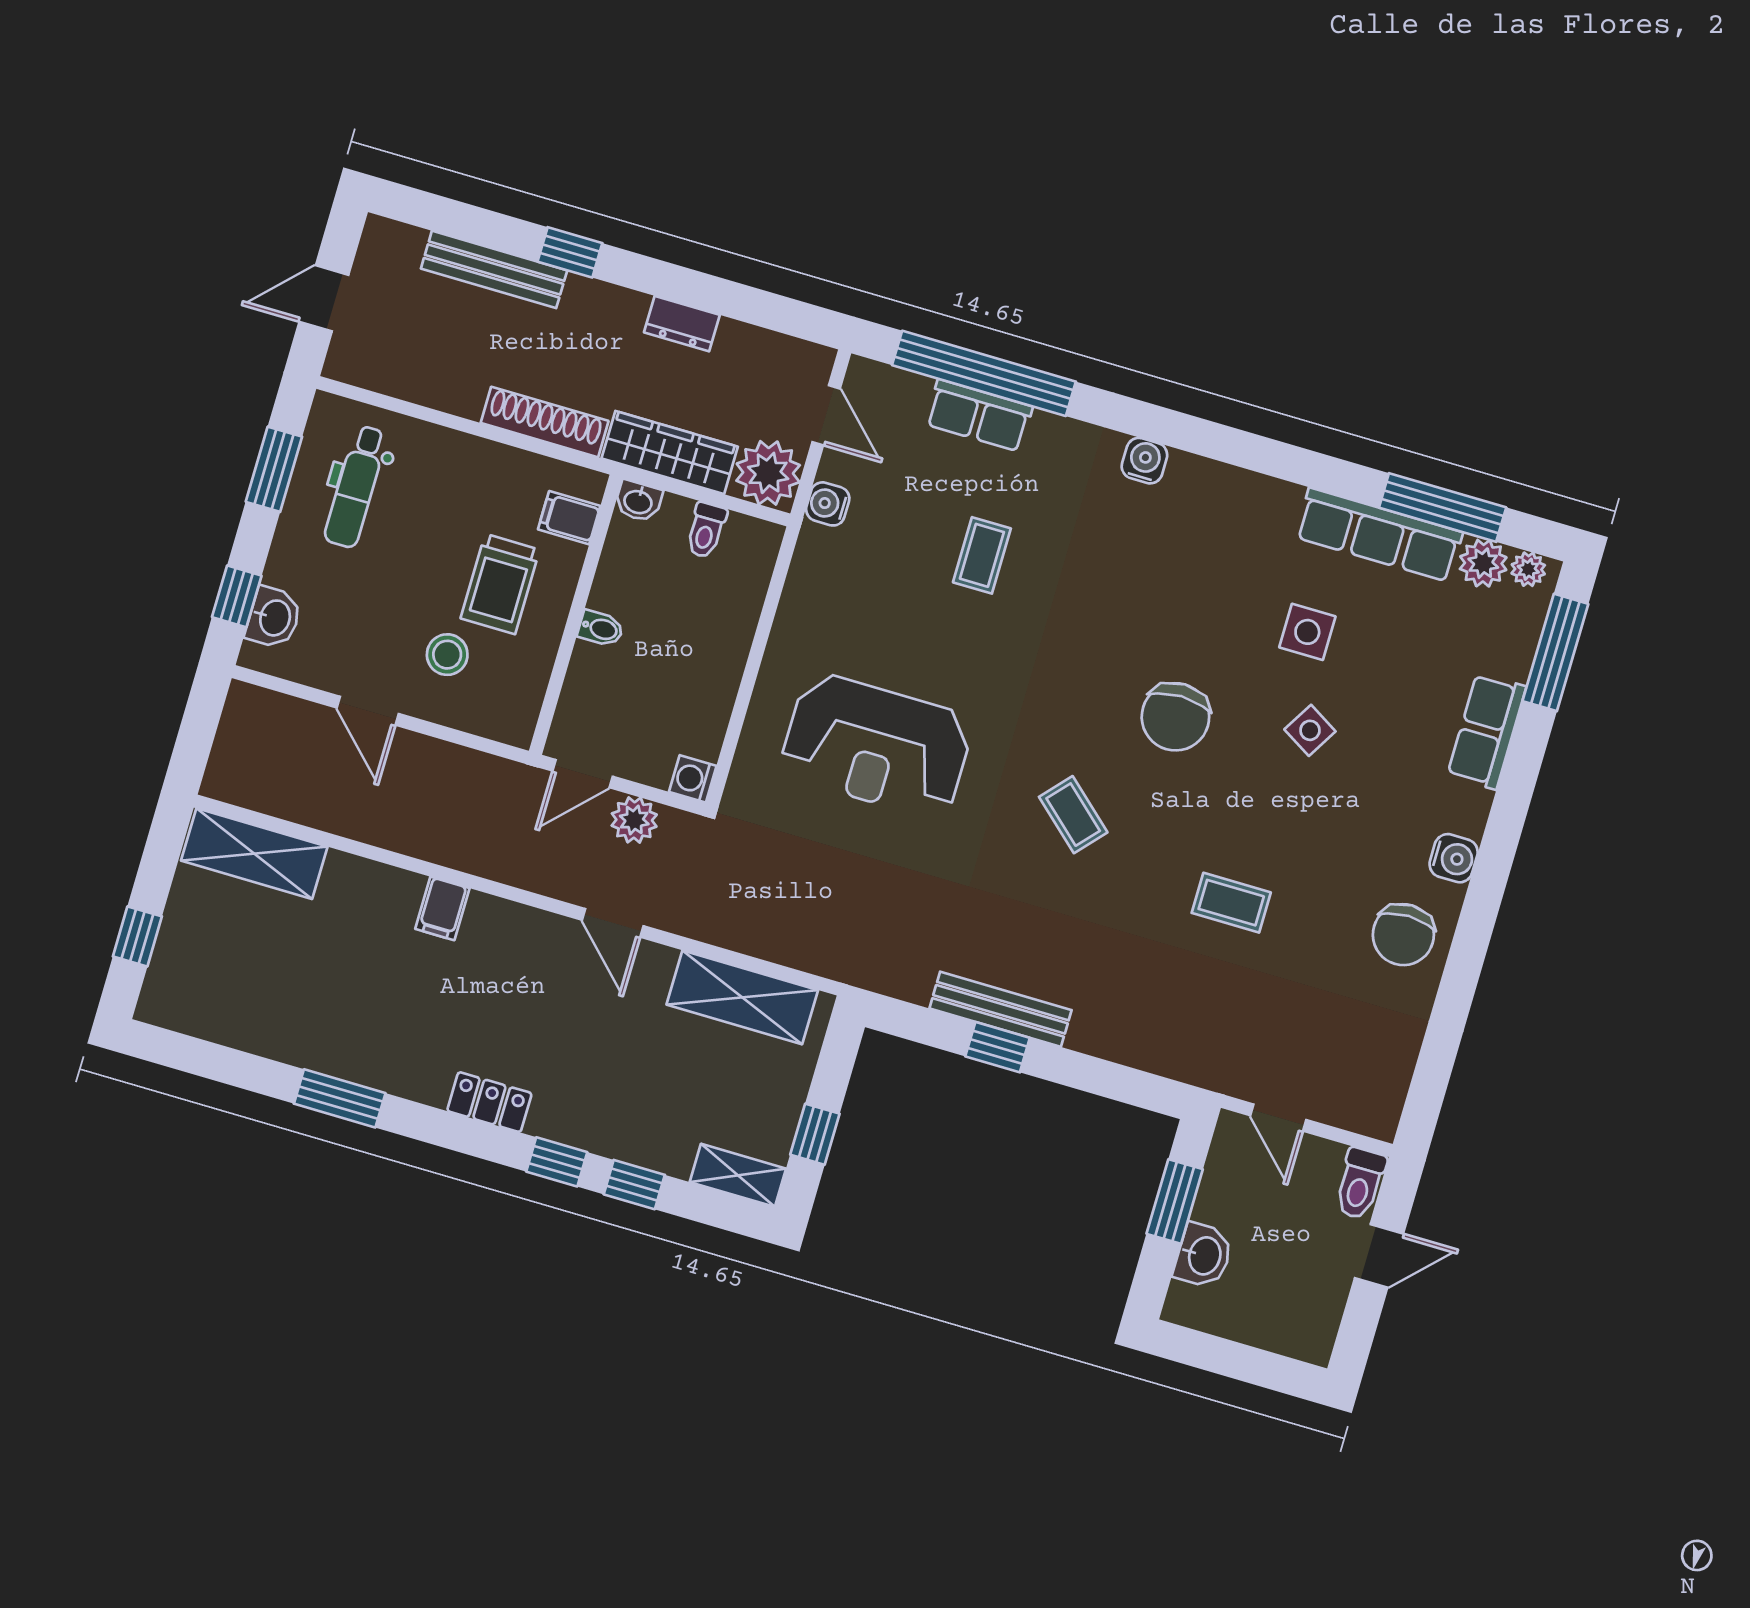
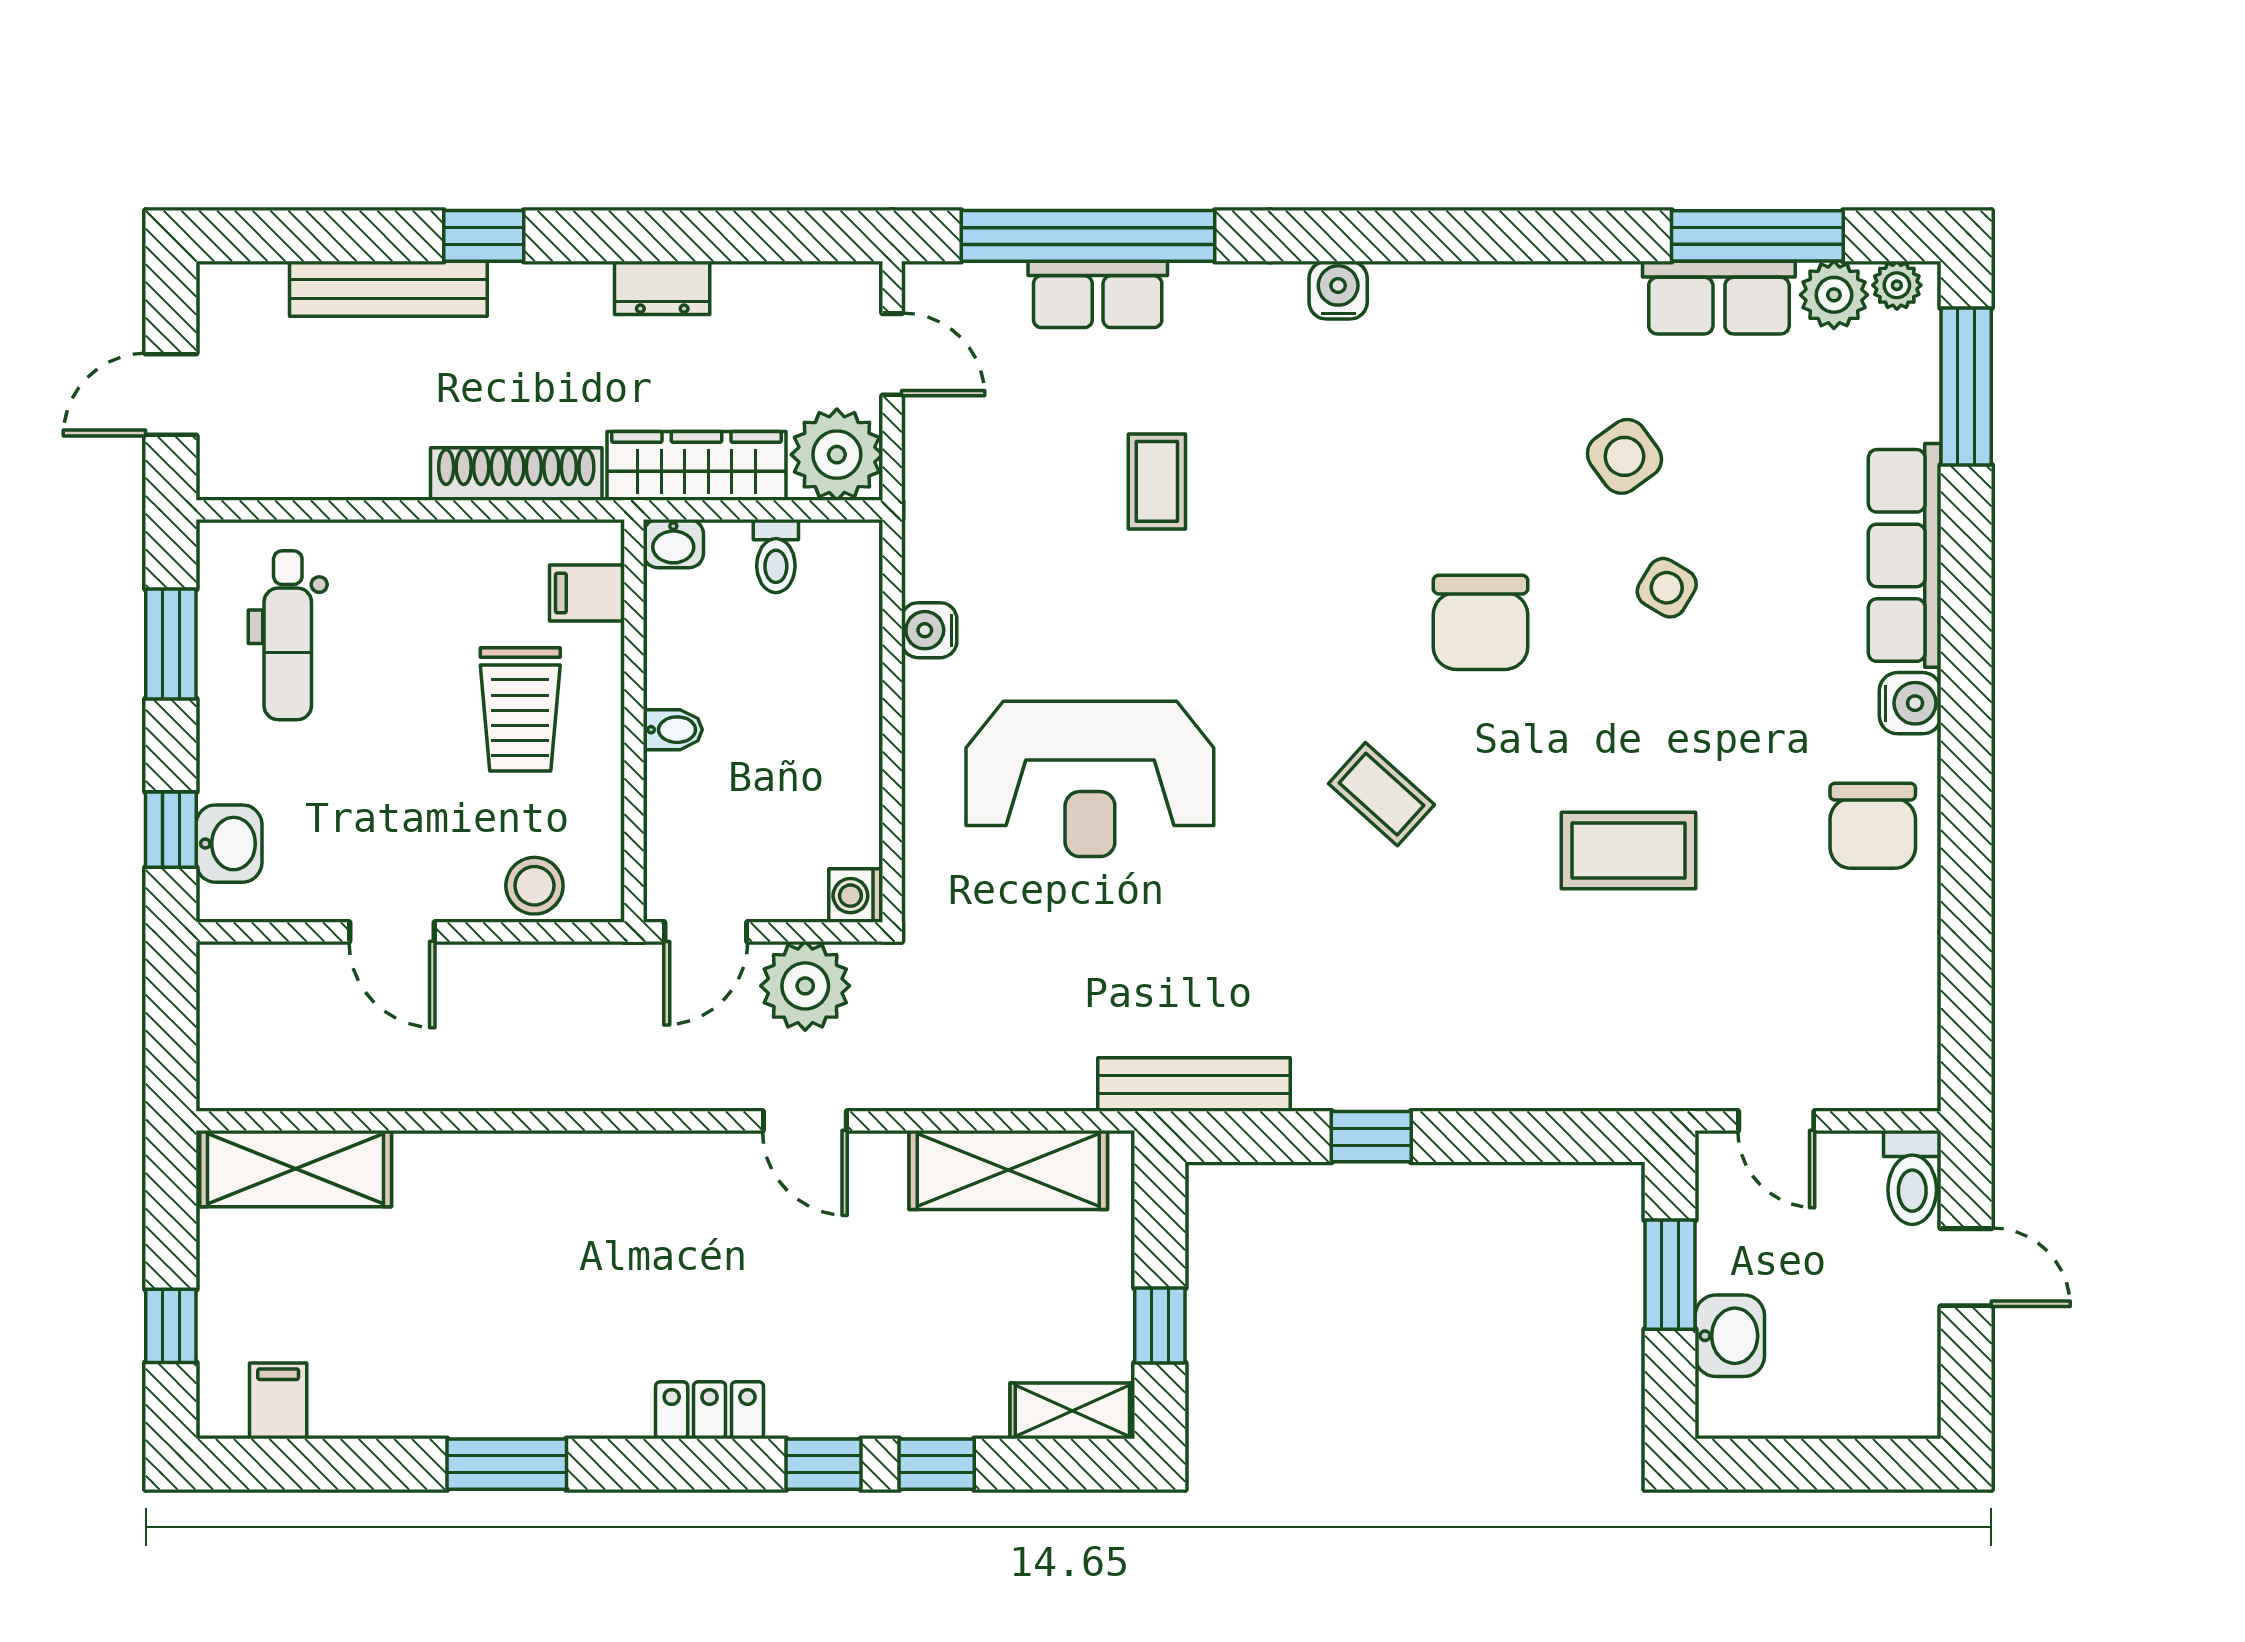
water cooler: (828, 504) -> (929, 630), moved
row of seats: (1379, 535) -> (1719, 298), width x0.68
side table: (1307, 632) -> (1624, 456), turned -36
stool: (447, 655) -> (534, 886), moved
row of seats: (1487, 731) -> (1905, 555), width x1.48
plant: (634, 820) -> (805, 986), width x1.36, depth x1.36
coffee table: (1231, 903) -> (1629, 850), width x1.36, depth x1.30
filing cabinet: (442, 909) -> (278, 1401), moved, turned 180
bench: (1000, 1009) -> (1194, 1085), moved
door: (1379, 1256) -> (1966, 1267), hinge flipped

